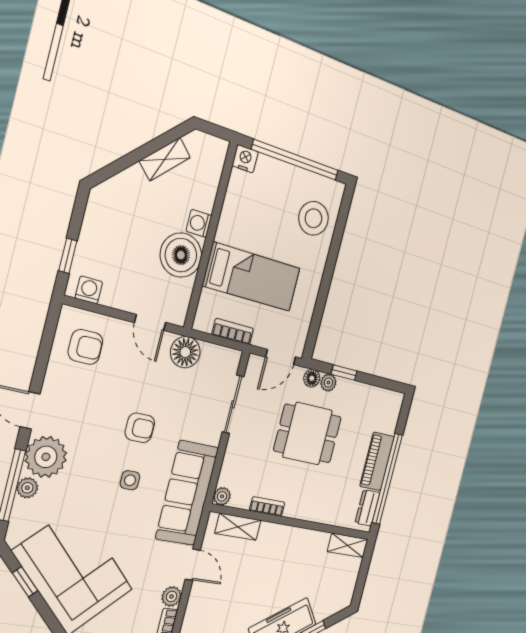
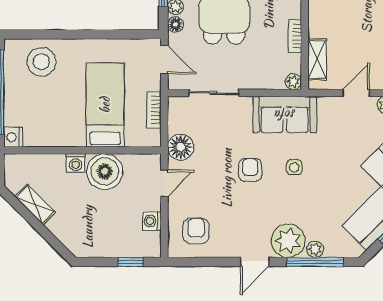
washing machine: (89, 290) -> (152, 221), moved
sofa: (187, 493) -> (285, 115), width x0.73

